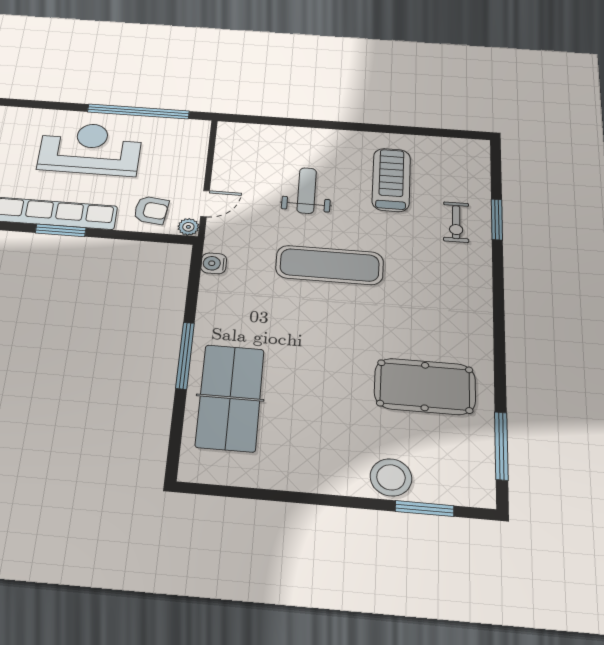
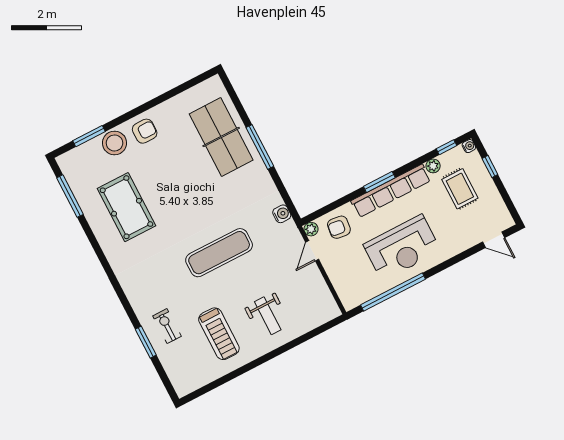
weight bench: (307, 191) -> (268, 316), moved
pool table: (425, 386) -> (126, 207), turned 90
armchair: (336, 467) -> (145, 131), added

